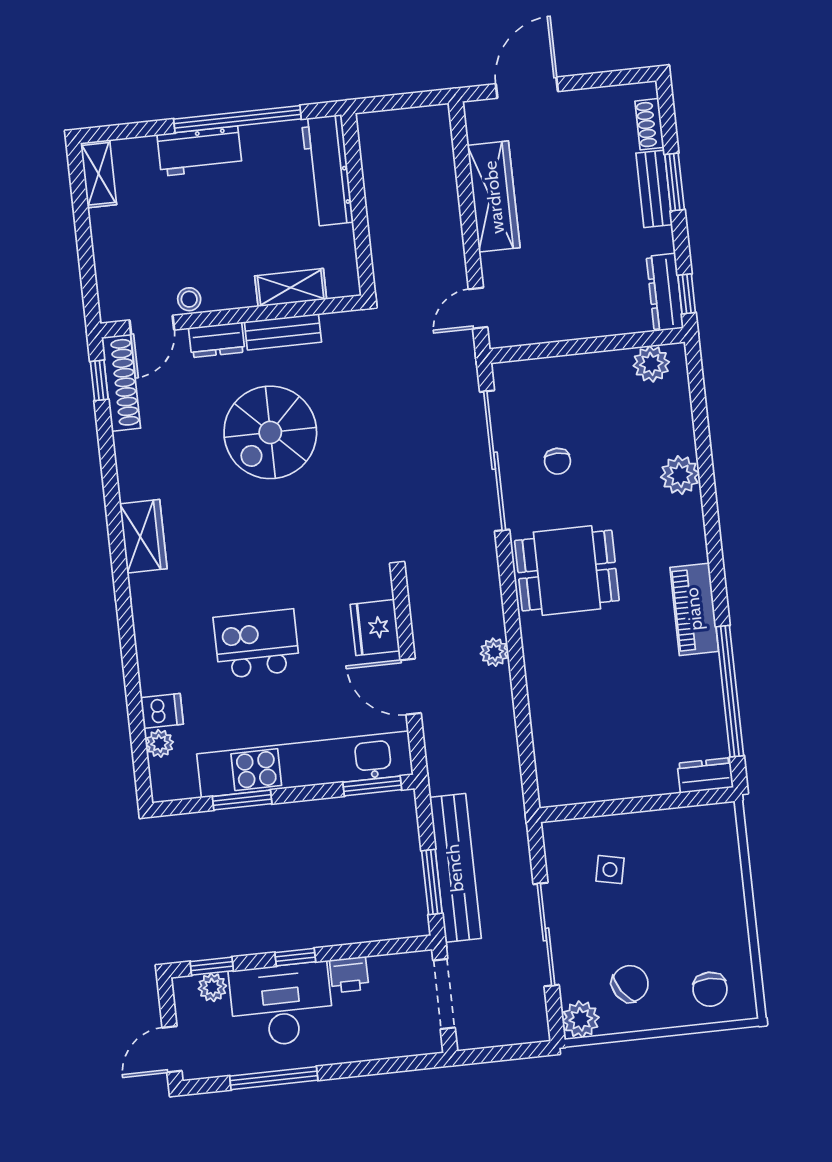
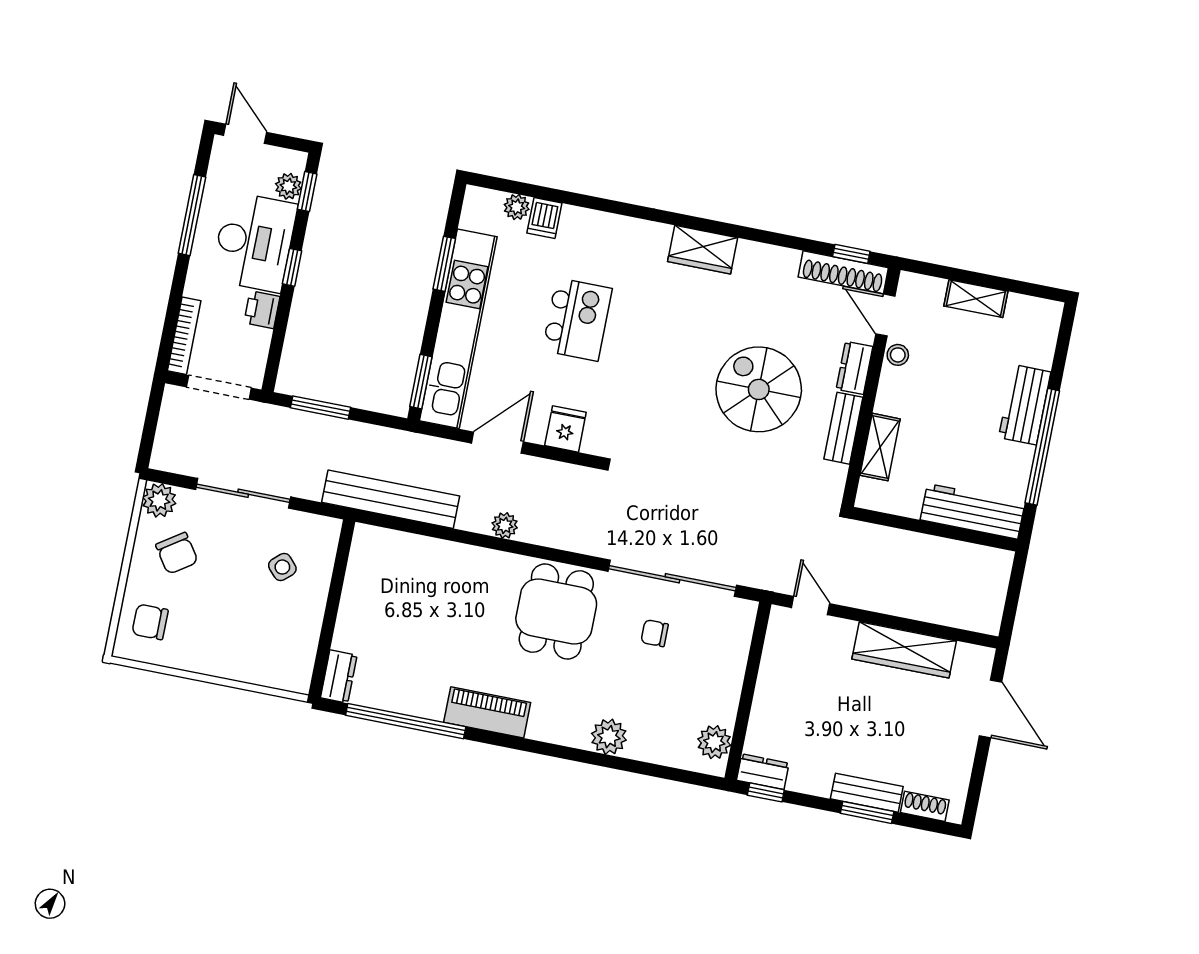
shelving: (98, 174) -> (976, 299), moved
dresser: (665, 292) -> (763, 772), width x0.70
fridge: (375, 628) -> (565, 429), width x0.72
bench: (455, 868) -> (391, 499), moved
side table: (610, 870) -> (282, 567), turned 36
bookcase: (402, 1047) -> (184, 336), added

